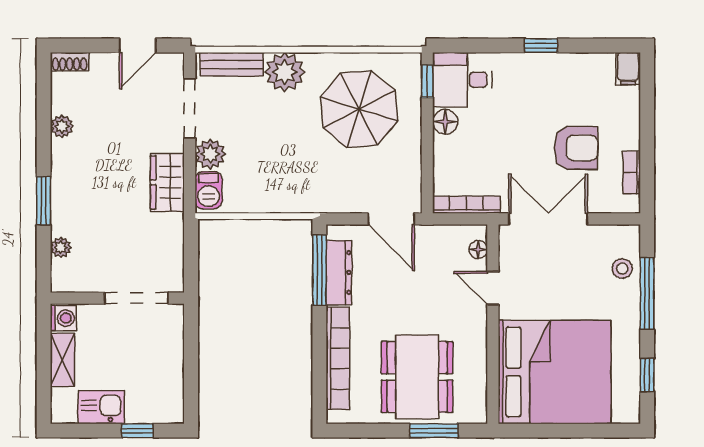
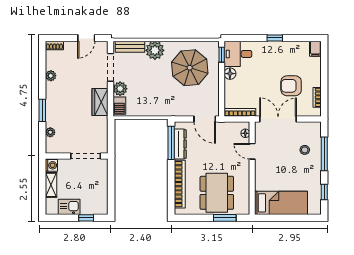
armchair: (576, 148) -> (291, 86), turned 180
stool: (622, 269) -> (305, 150), moved
bed: (555, 372) -> (281, 203), width x0.49

